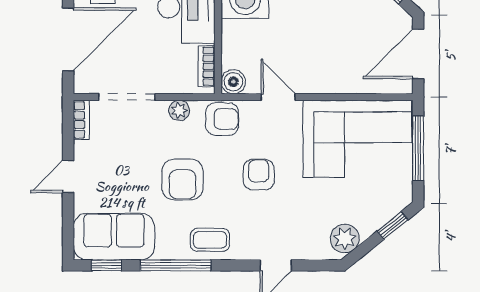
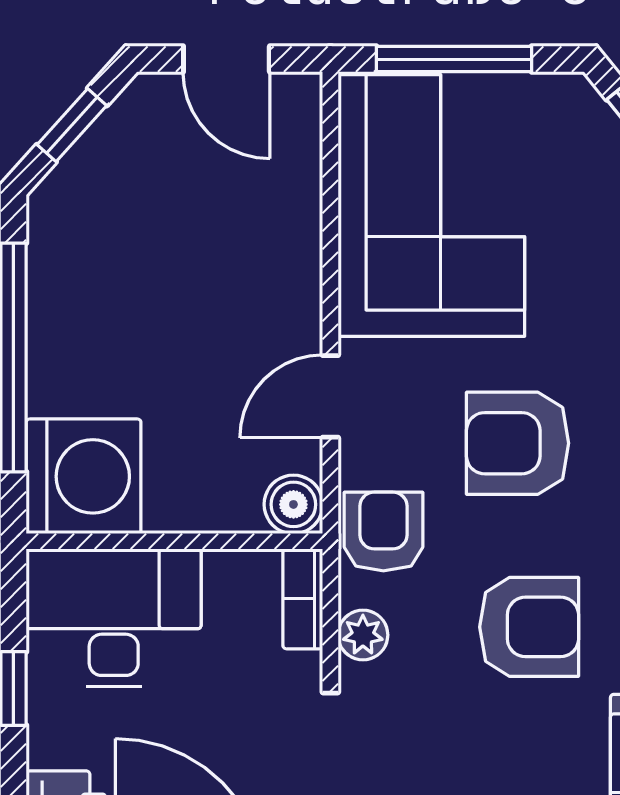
door: (418, 54) -> (226, 59), width x0.73
bookcase: (207, 66) -> (303, 599), moved, turned 90
armchair: (259, 175) -> (518, 443), width x1.38, depth x1.38

